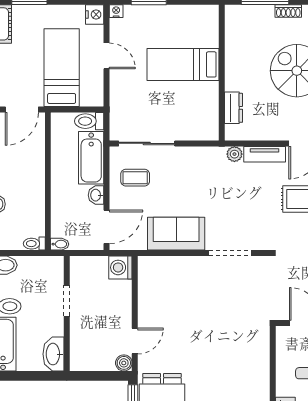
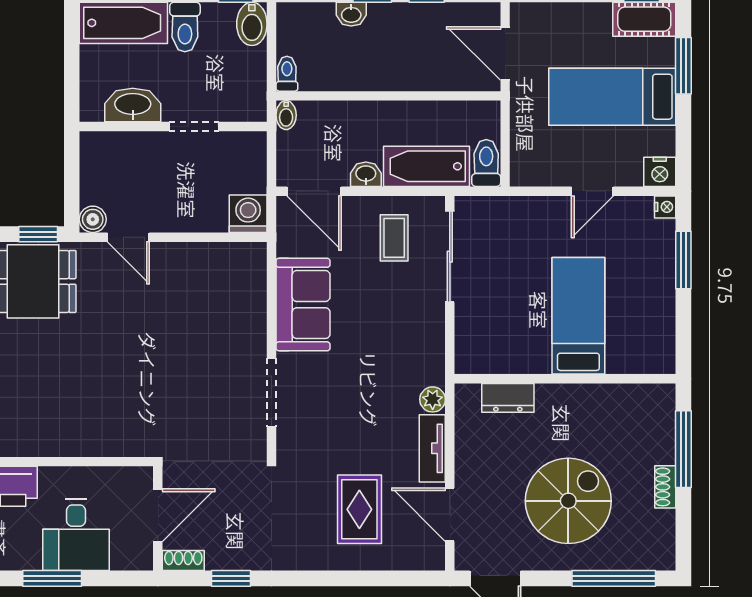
bed: (62, 68) -> (612, 97), moved, turned 180
washbasin: (54, 354) -> (133, 105), moved

